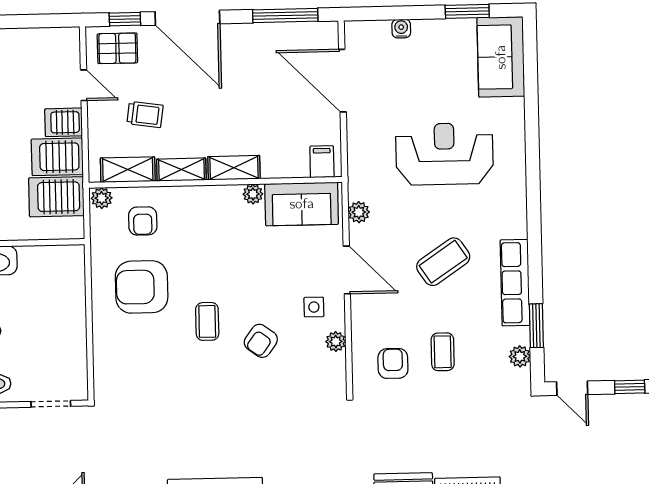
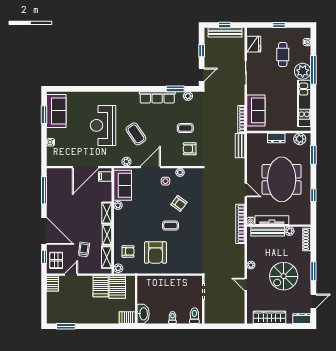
door: (187, 18) -> (44, 231), hinge flipped
sofa: (501, 57) -> (56, 111), moved, turned -90
door: (342, 81) -> (85, 167), moved
server rack: (64, 122) -> (53, 283), moved
coffee table: (443, 262) -> (136, 134), moved

